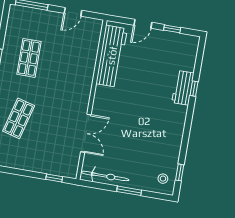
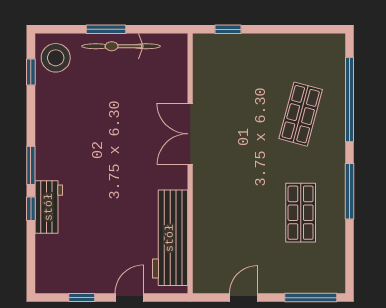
window: (189, 115) -> (31, 165), added
double door: (86, 133) -> (190, 134), moved
bicycle: (105, 176) -> (121, 46), moved
stool: (163, 179) -> (56, 58), width x1.89, depth x1.89

